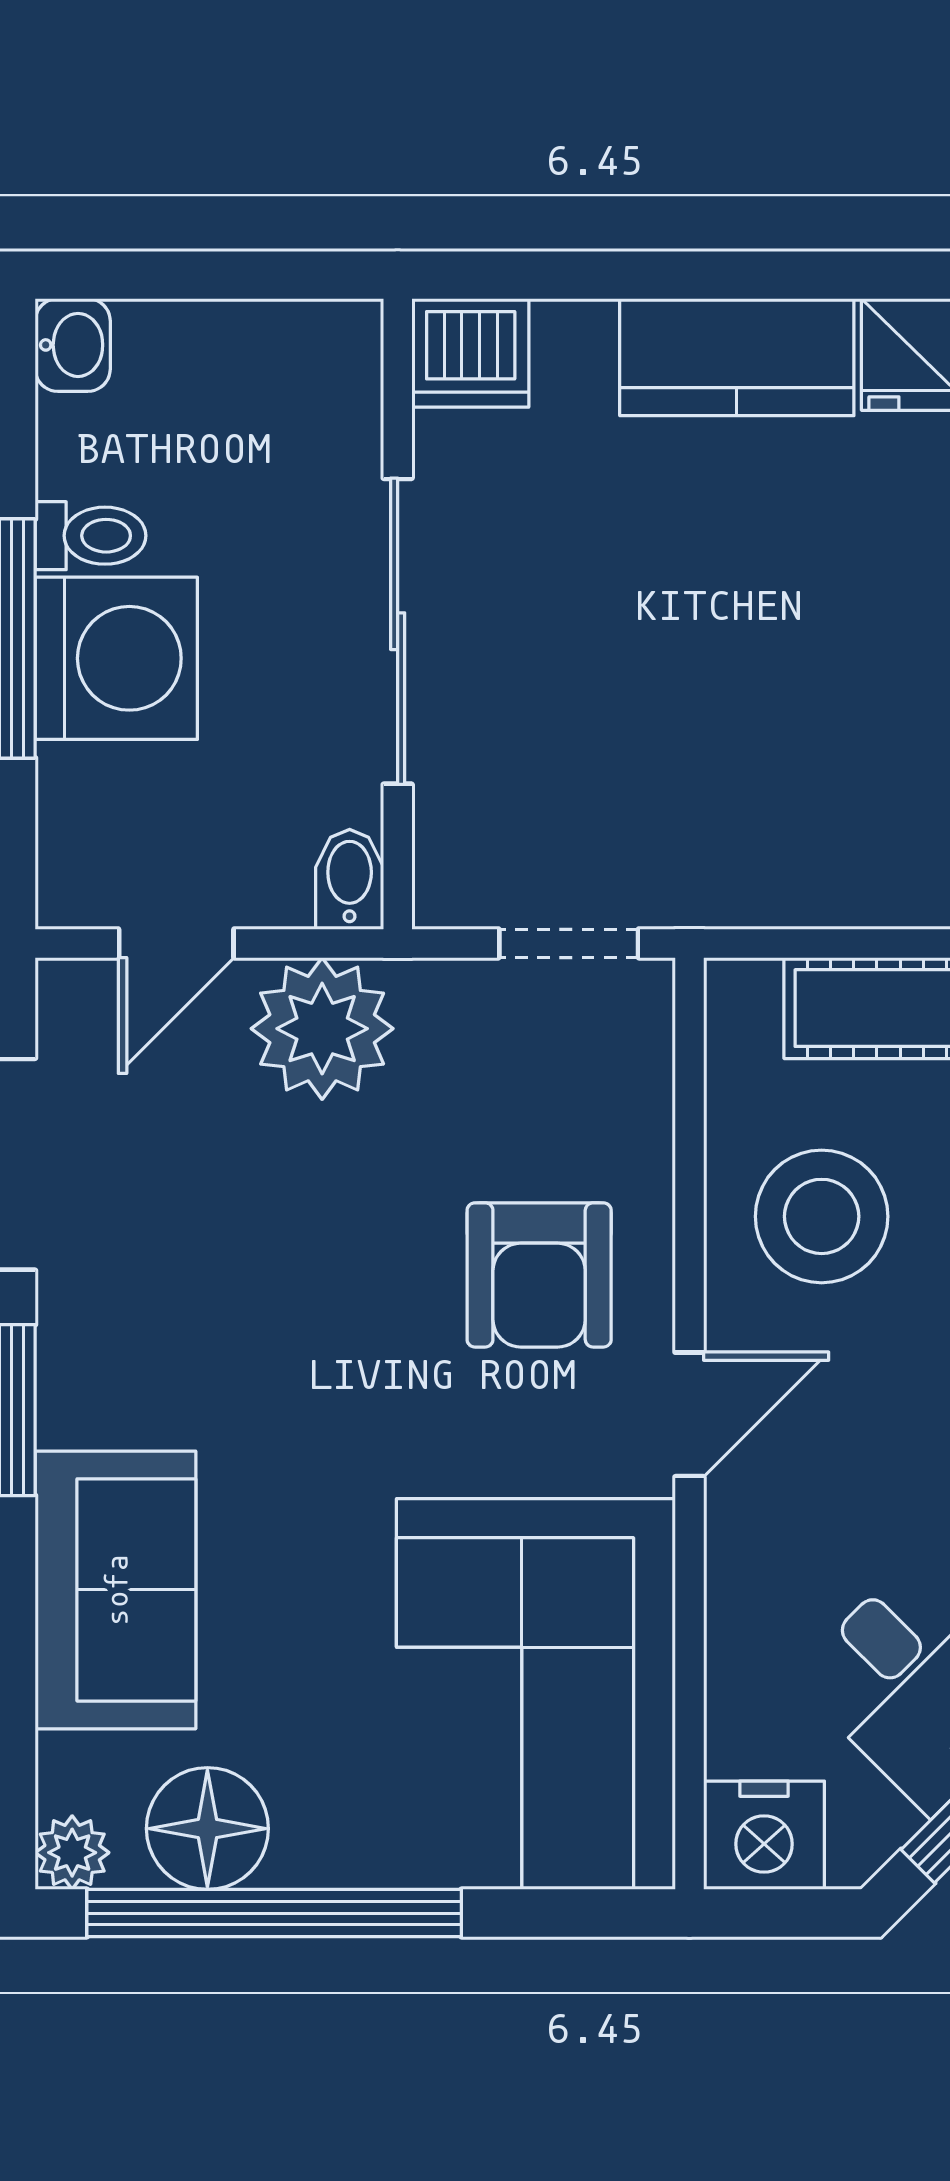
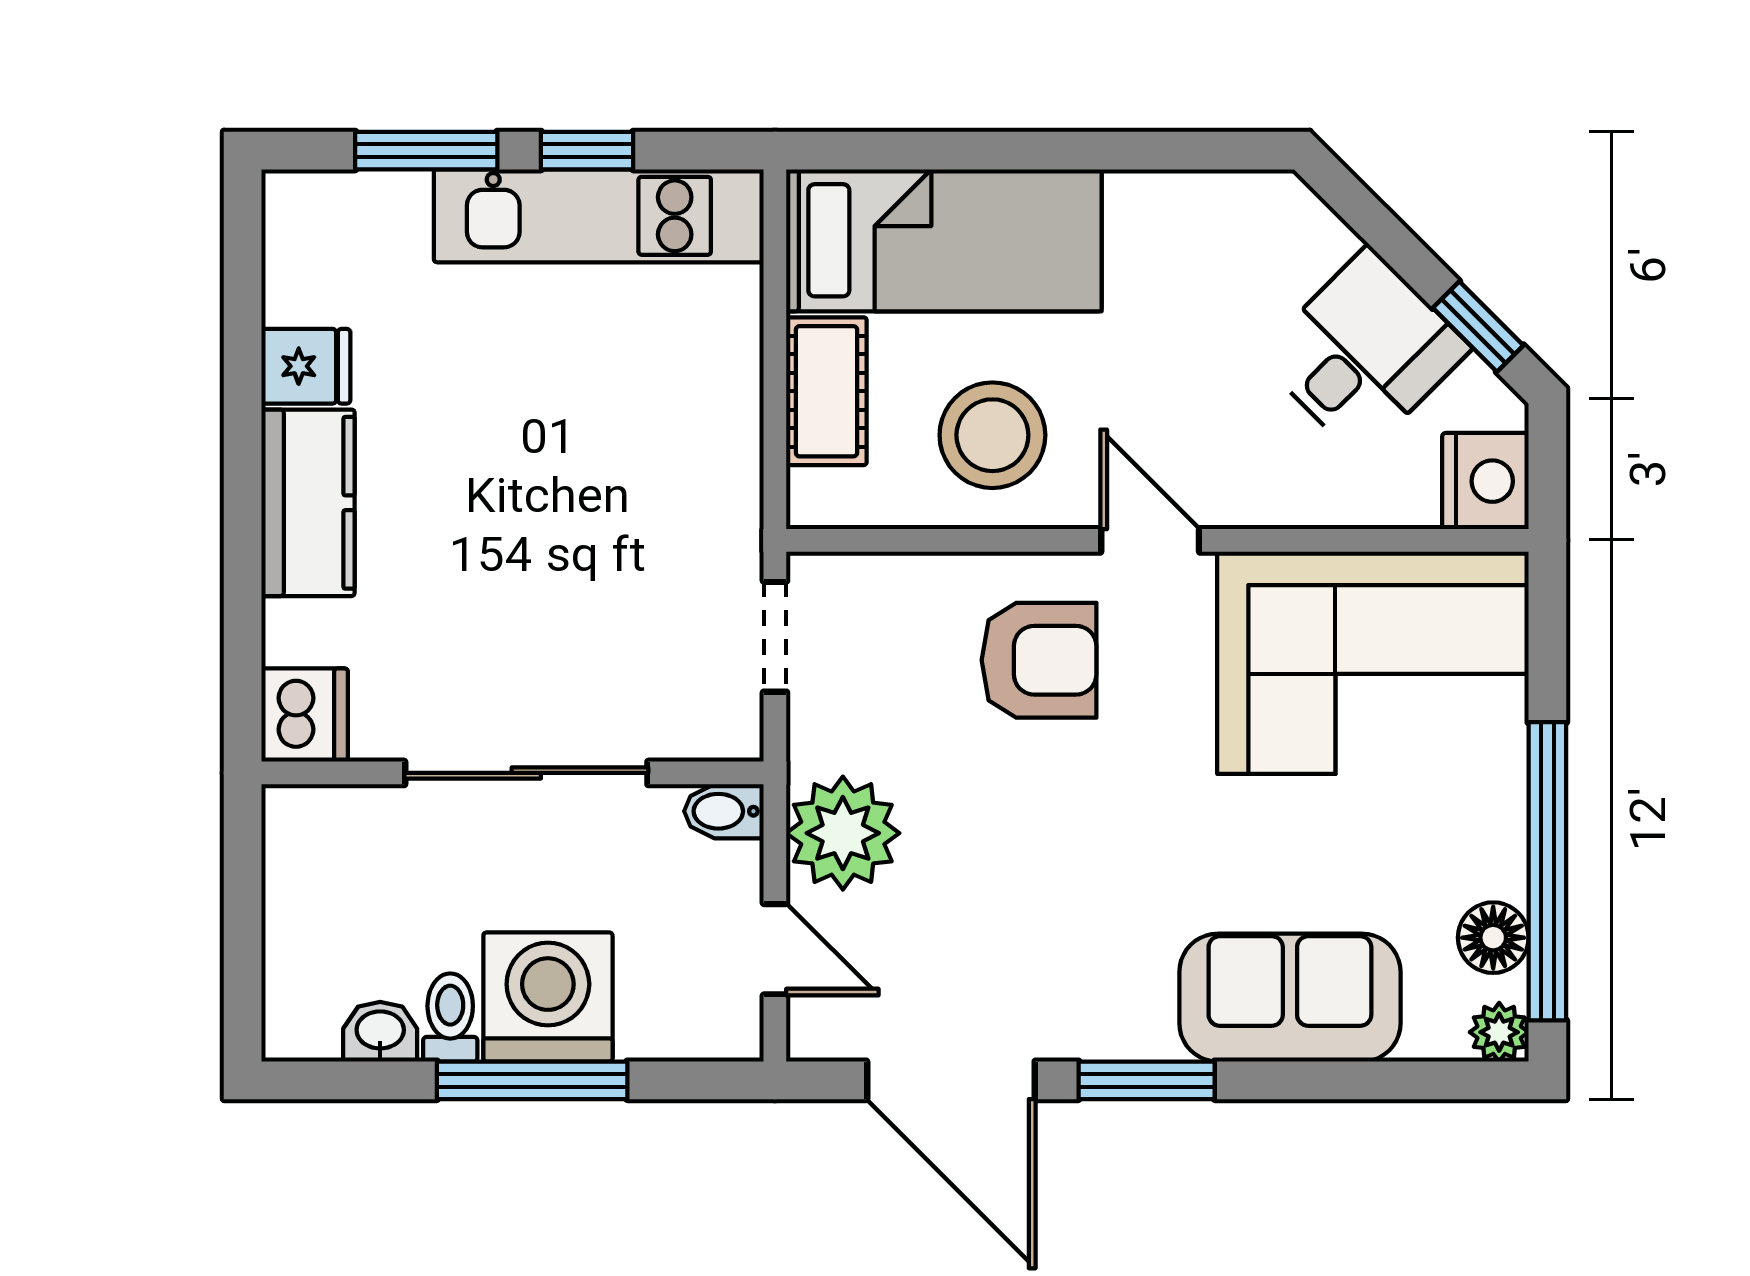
washbasin: (73, 345) -> (380, 1032), moved
floor lamp: (207, 1829) -> (1493, 938), width x0.73, depth x0.73

